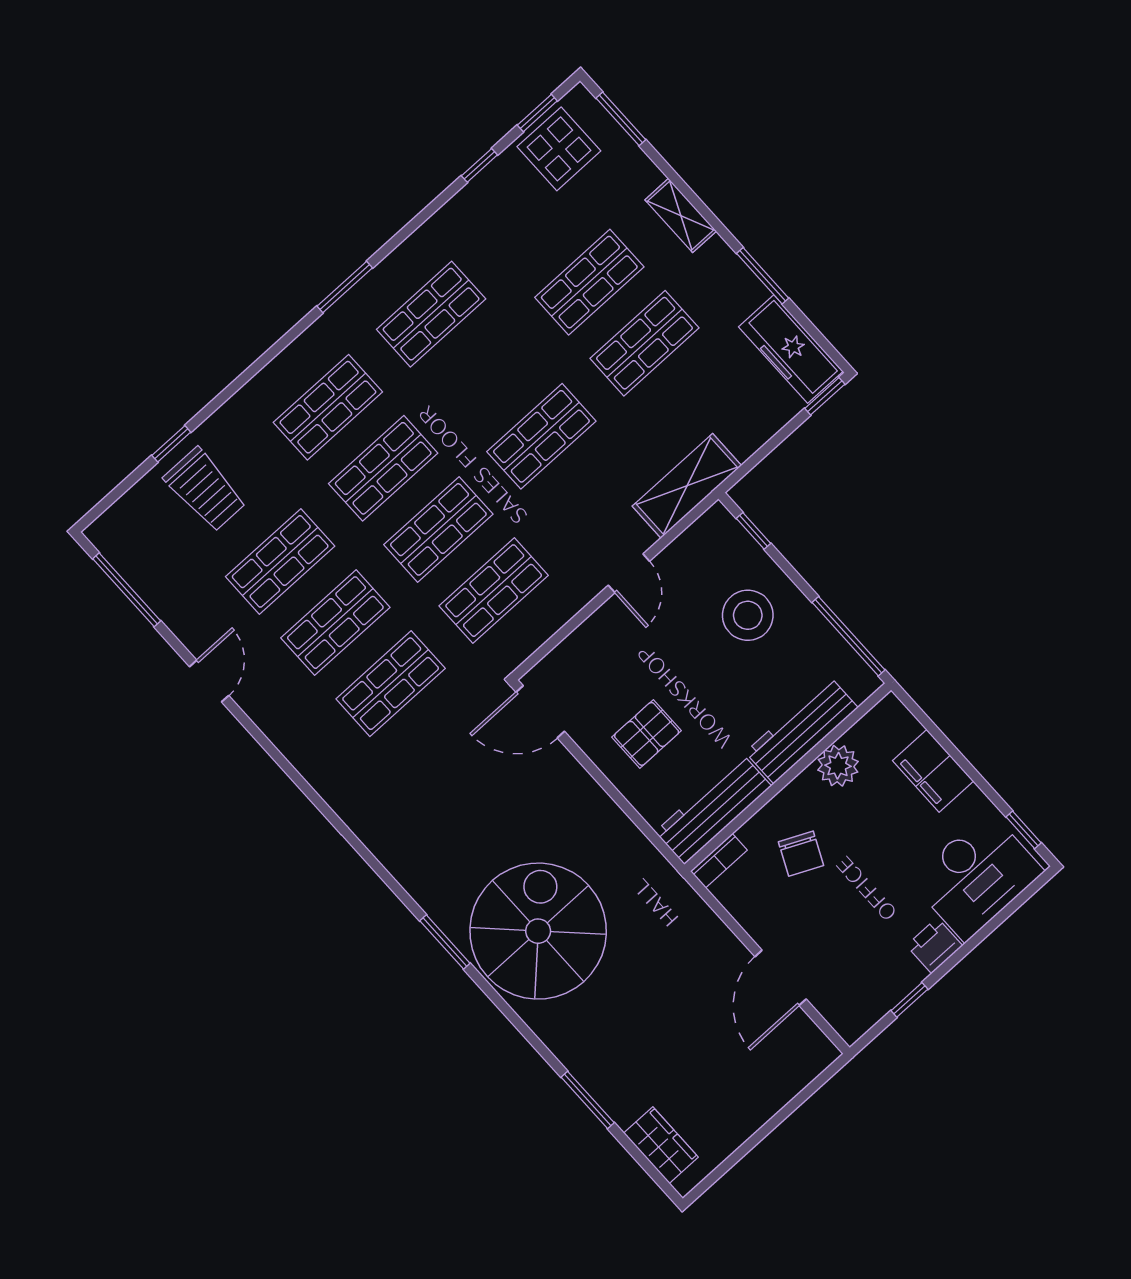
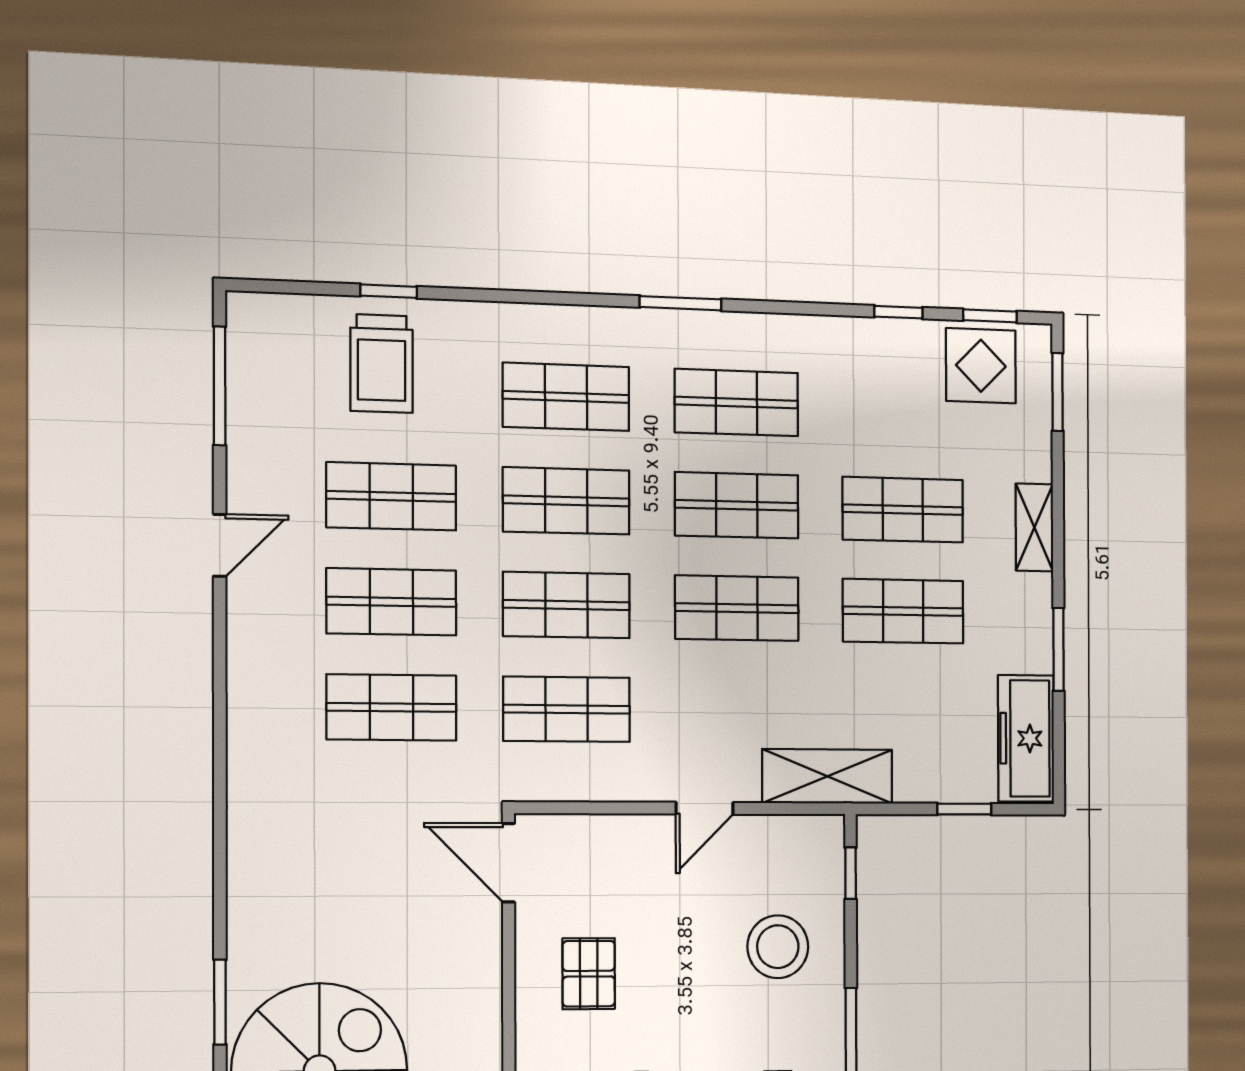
shop shelf: (486, 375) -> (737, 505), added
window: (825, 396) -> (964, 809), moved
pallet: (647, 734) -> (589, 974), turned 90

